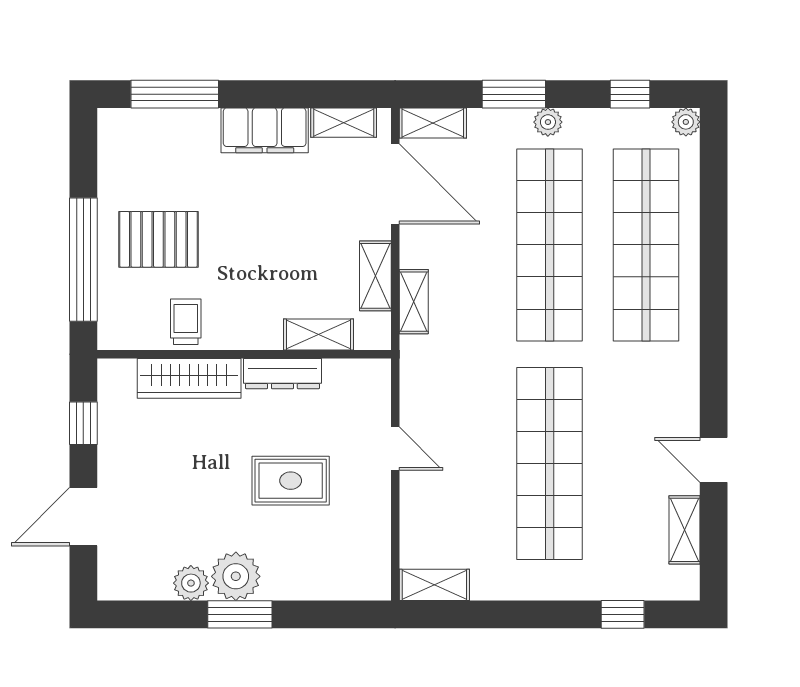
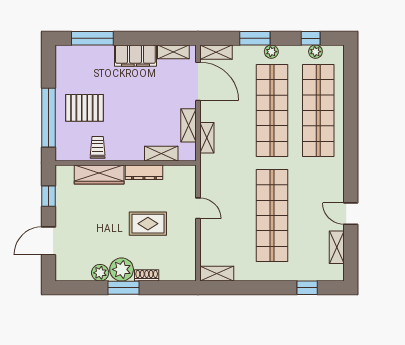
plant: (686, 122) -> (315, 52), moved
shoe rack: (288, 589) -> (147, 275), added

